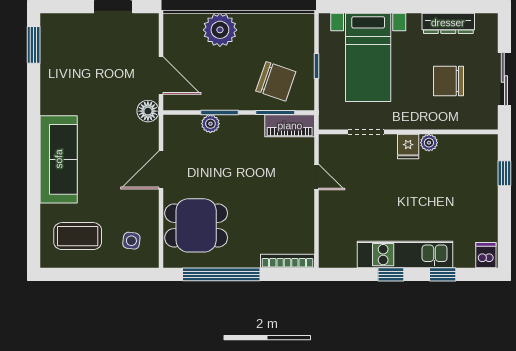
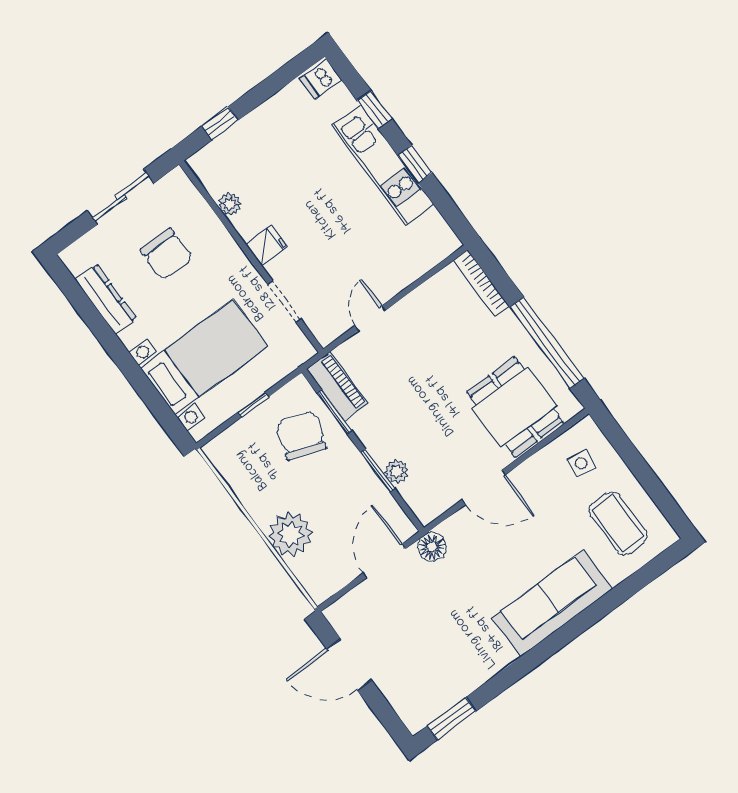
plant: (429, 143) -> (230, 204), moved

